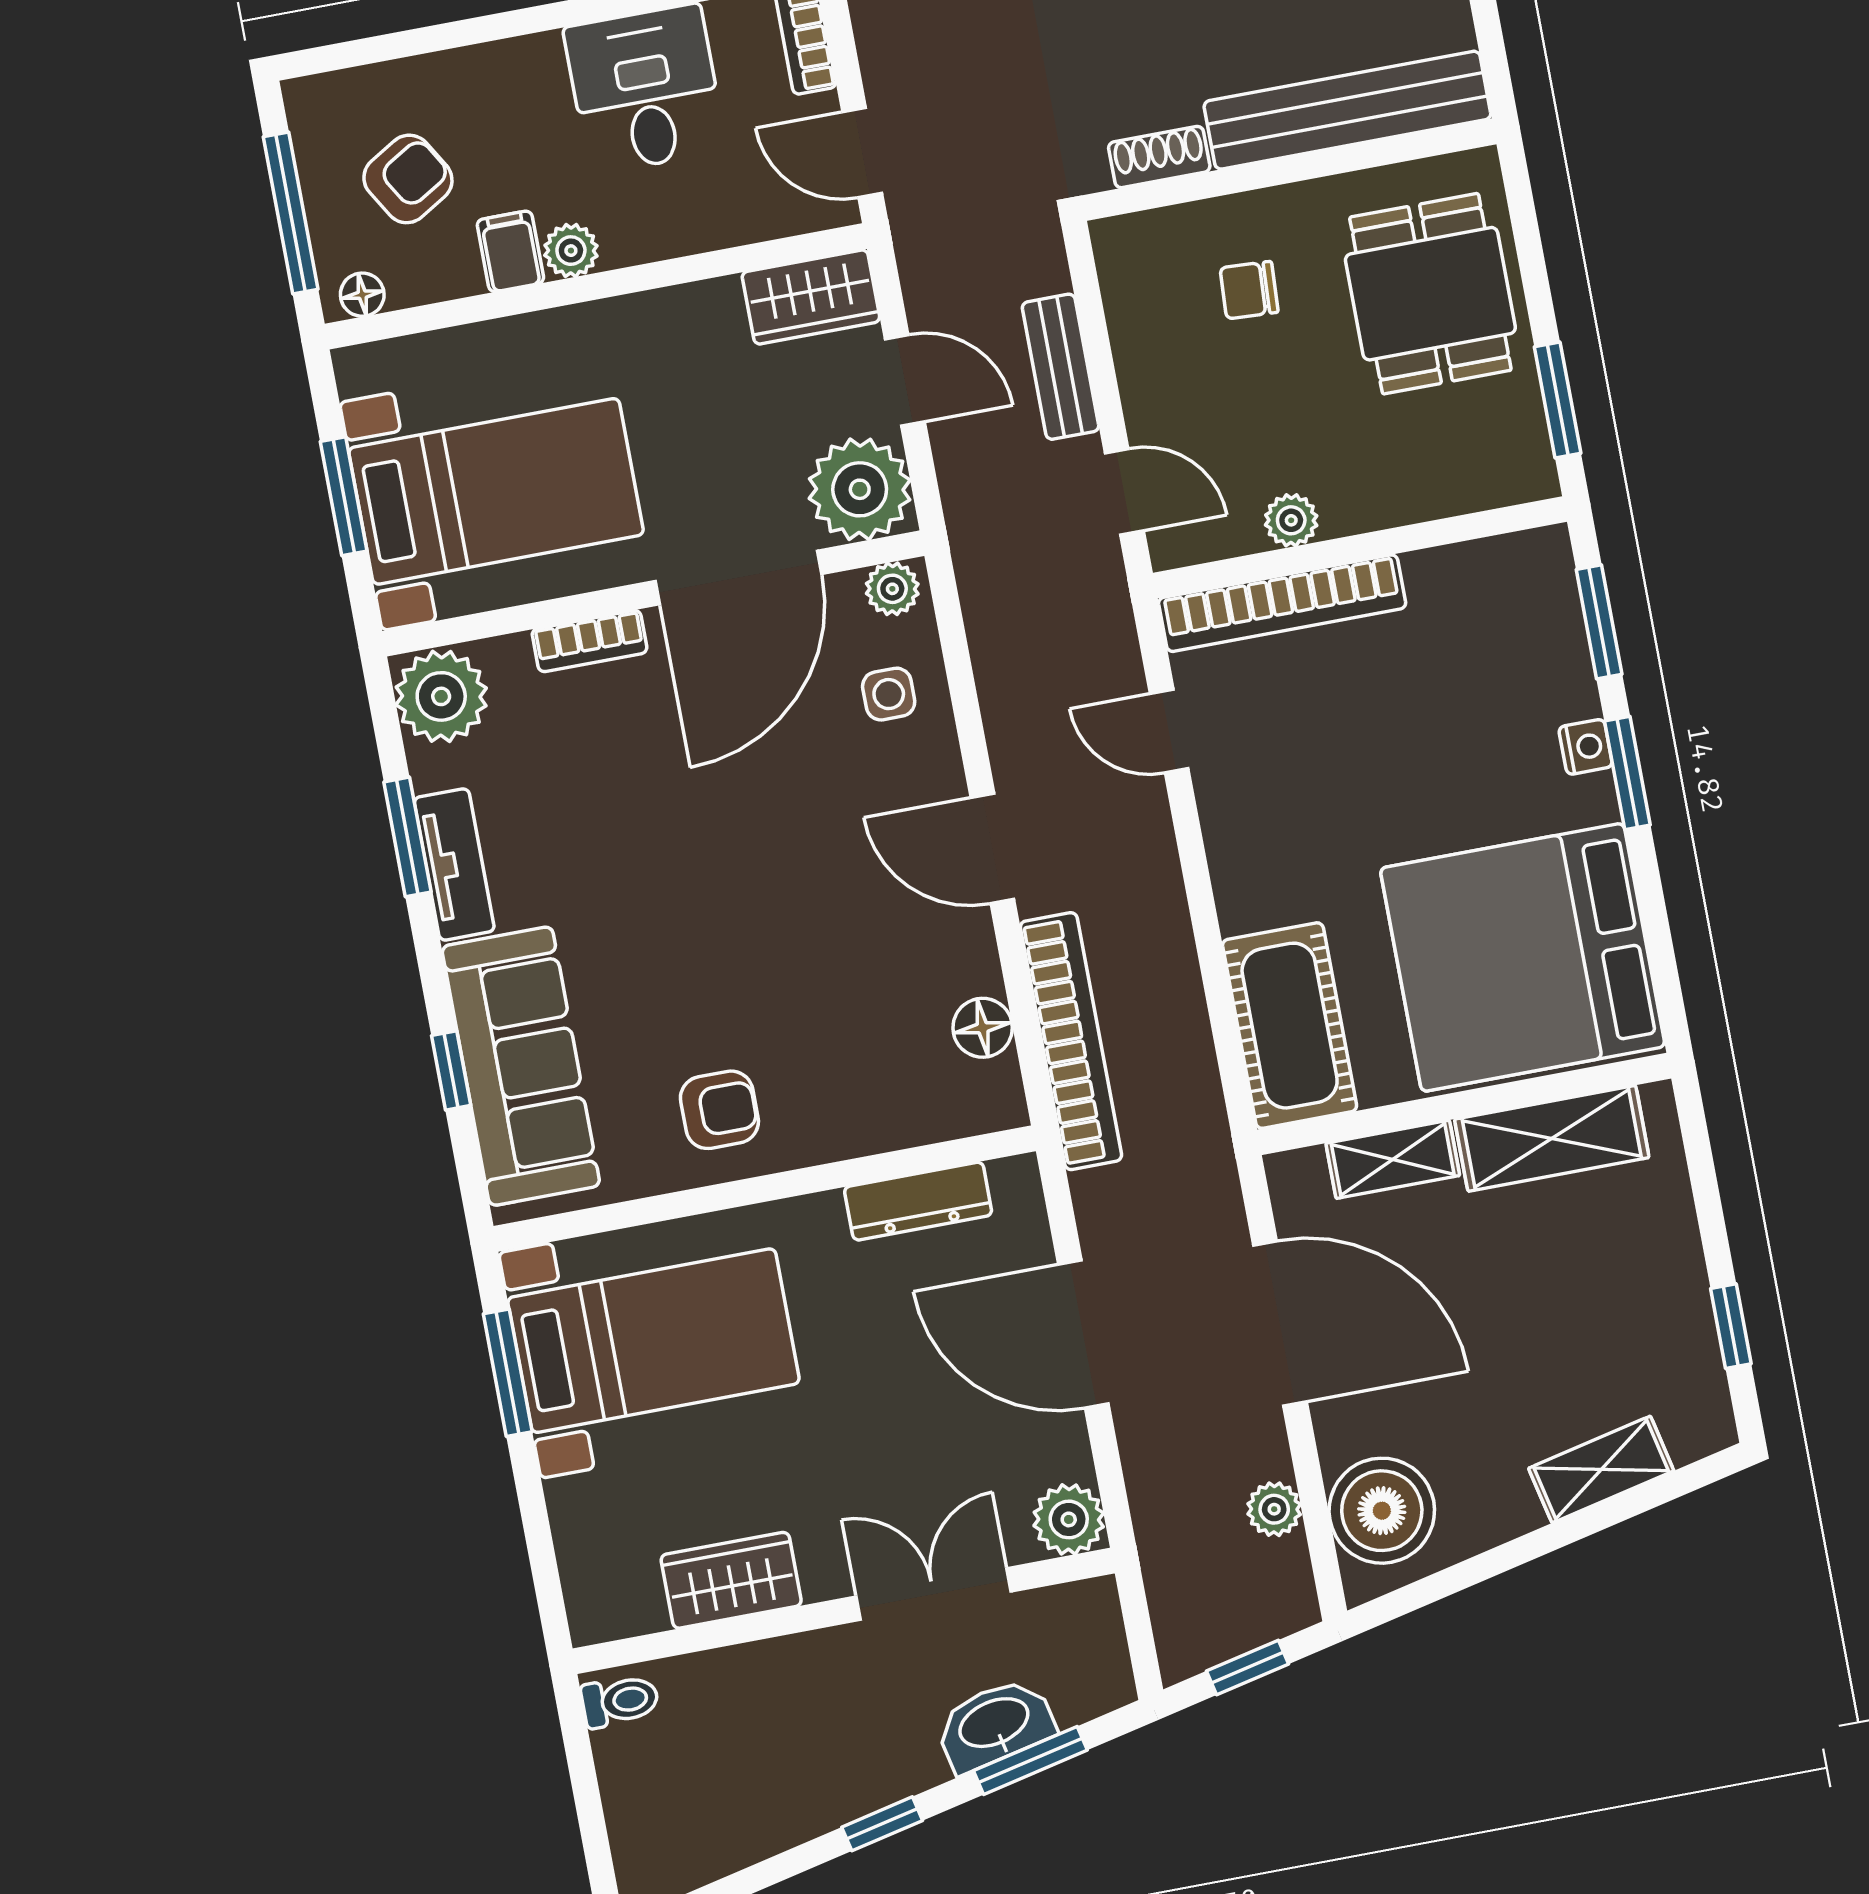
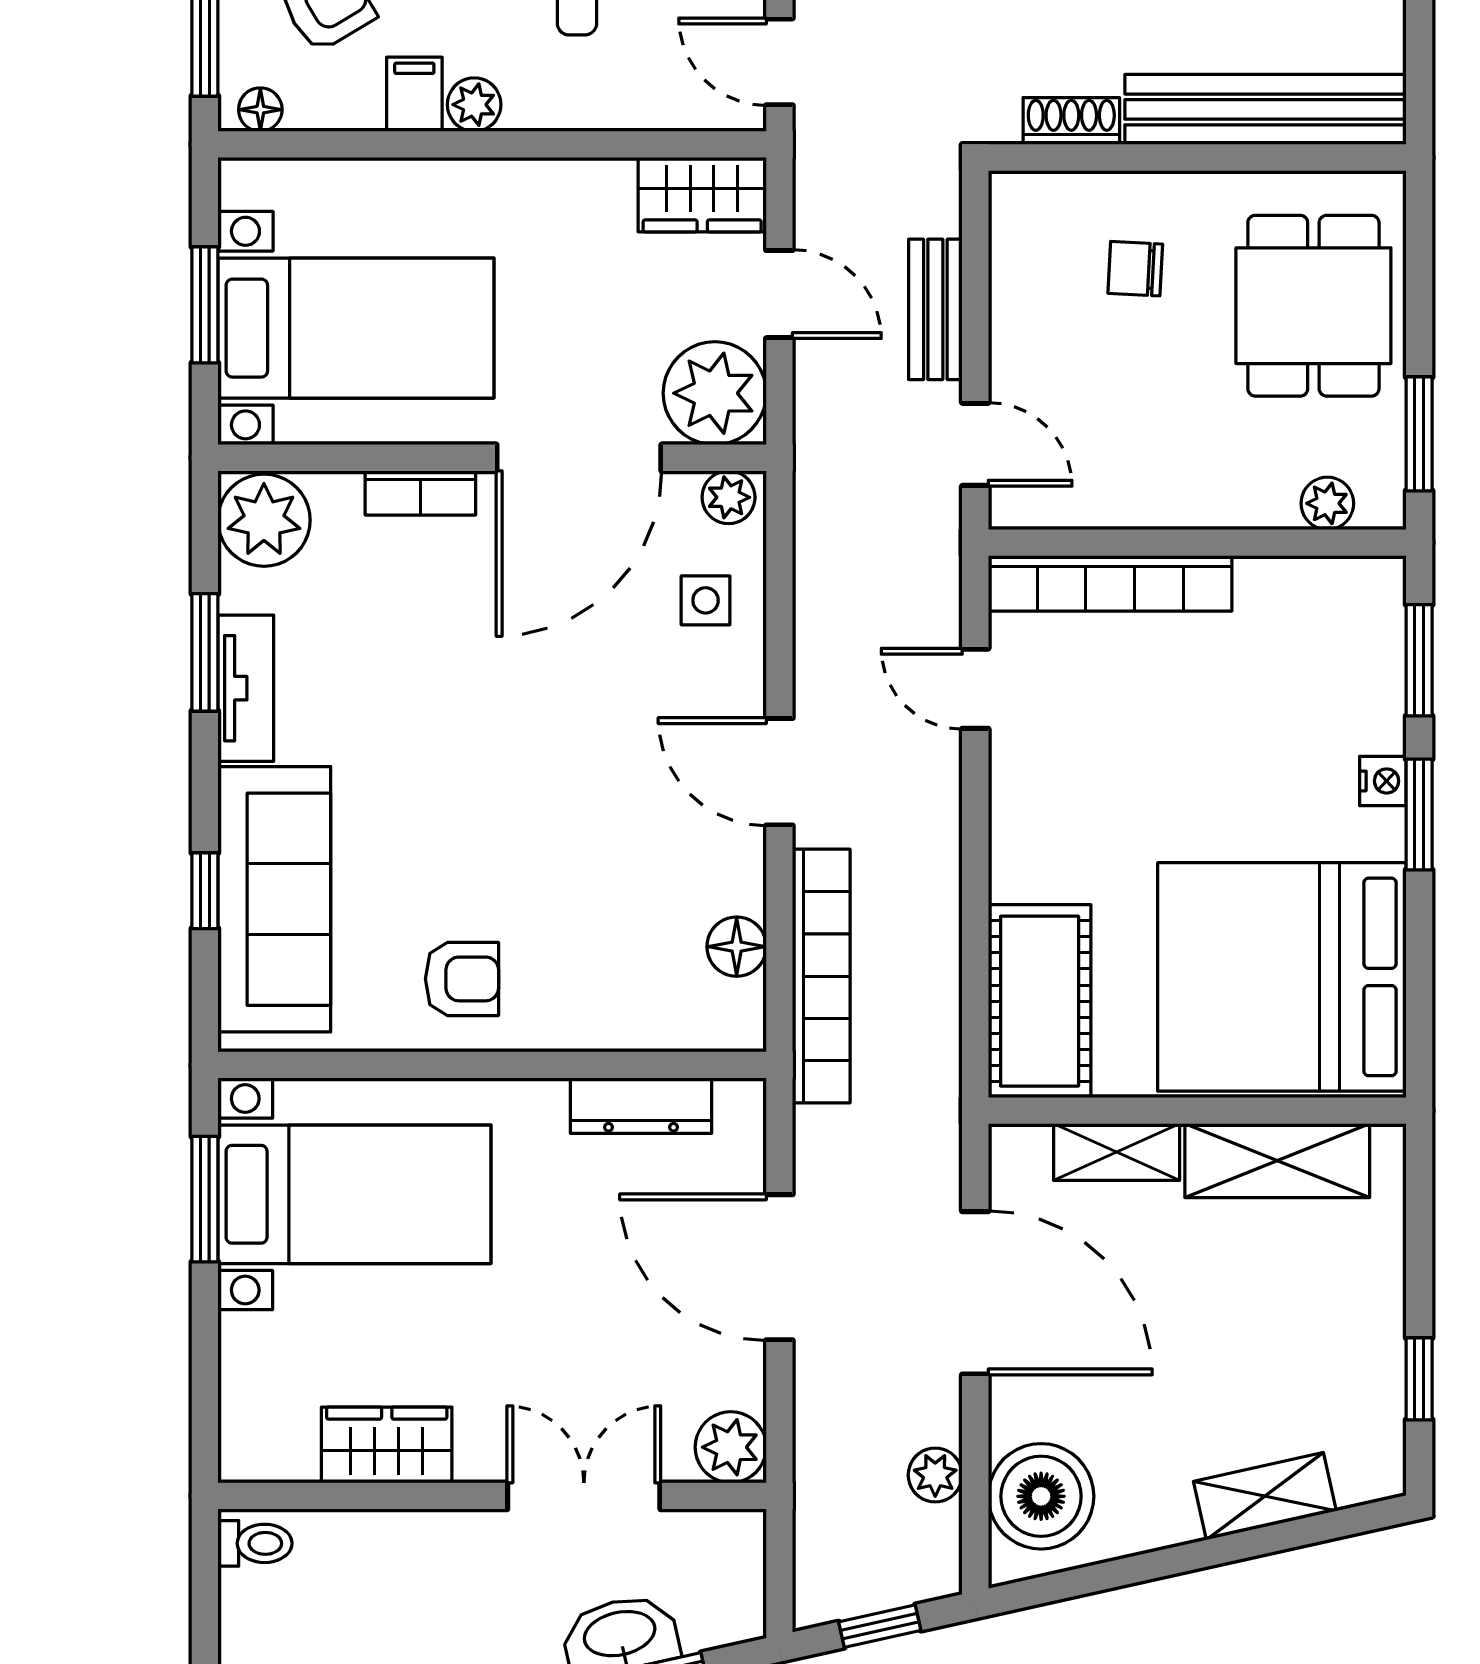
plant: (1291, 520) -> (1327, 503), moved

